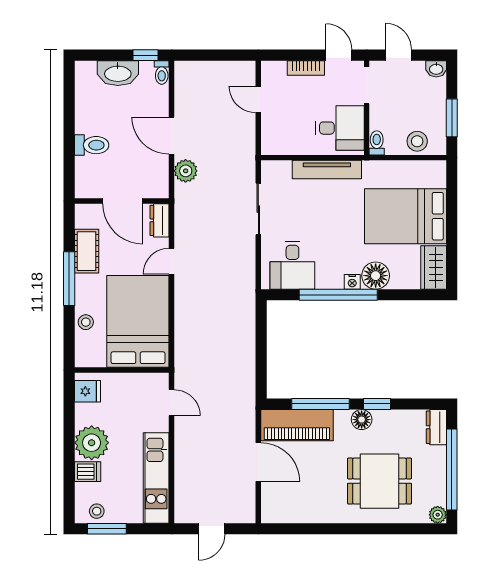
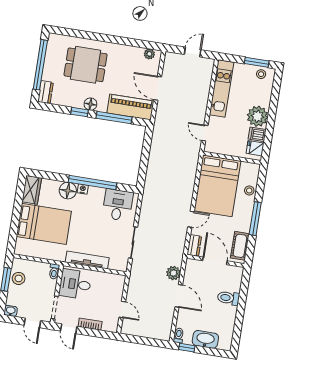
stool: (417, 141) -> (19, 278), moved
cot: (87, 251) -> (240, 246), moved
dishwasher: (88, 472) -> (257, 134), moved
plant: (438, 515) -> (149, 54), moved

